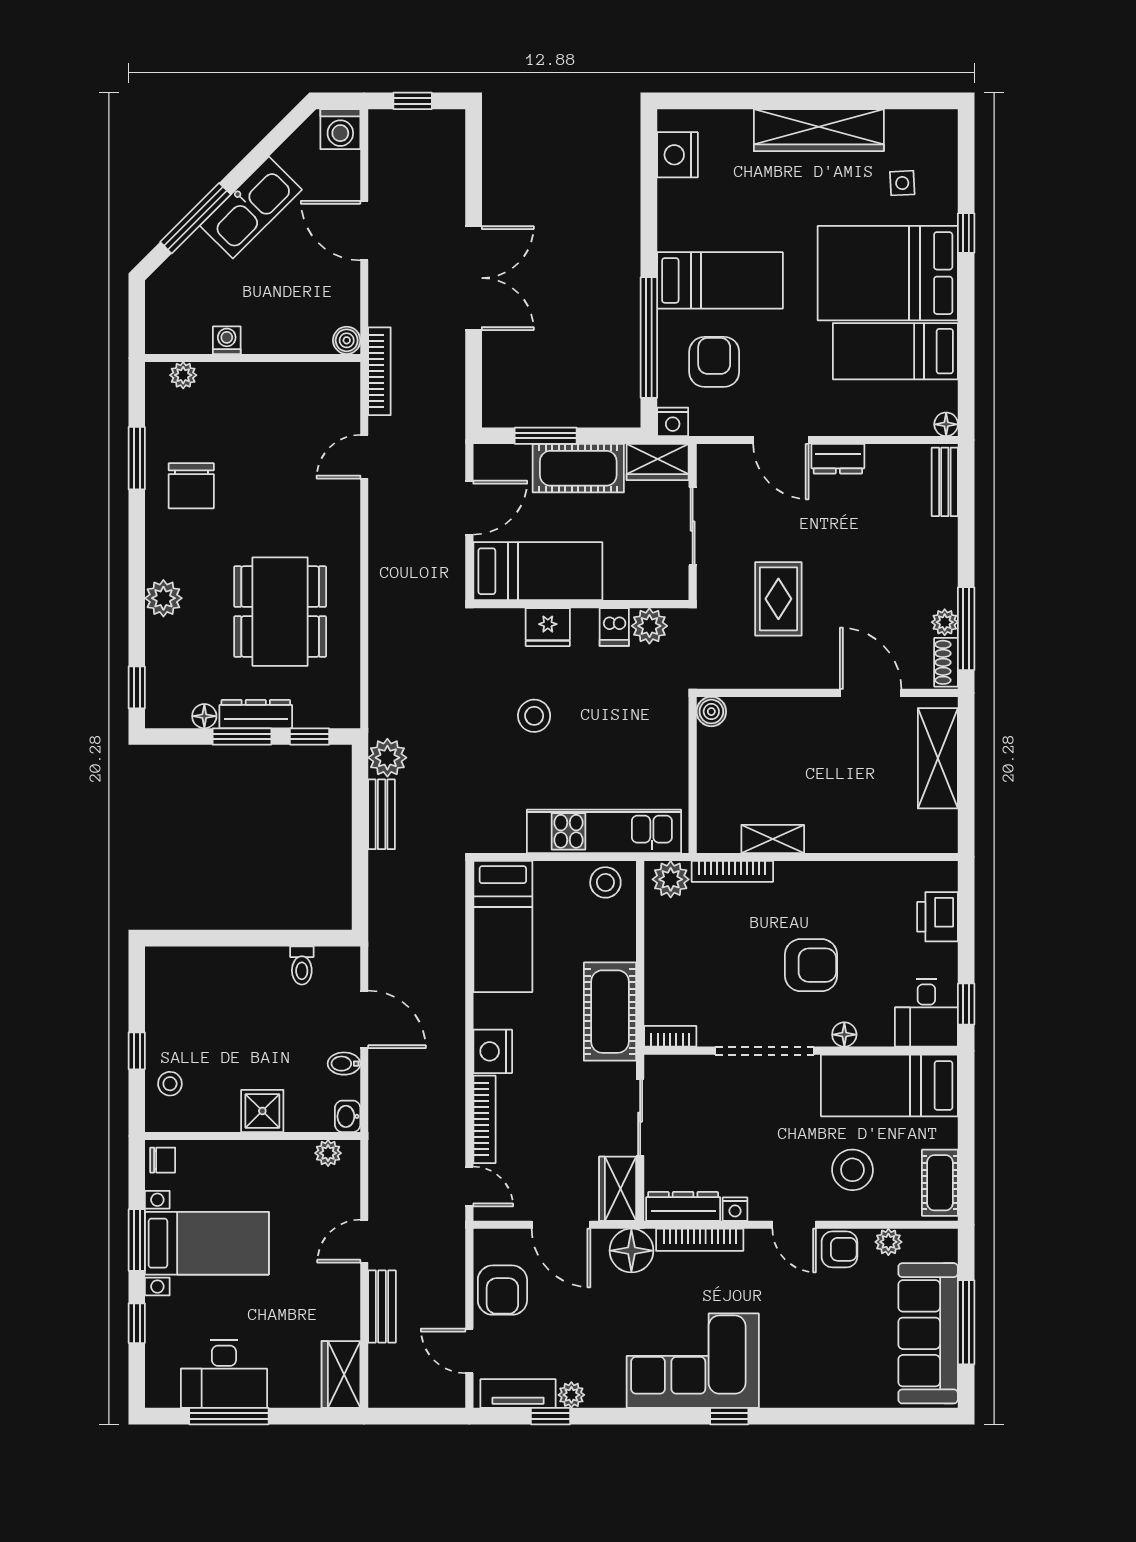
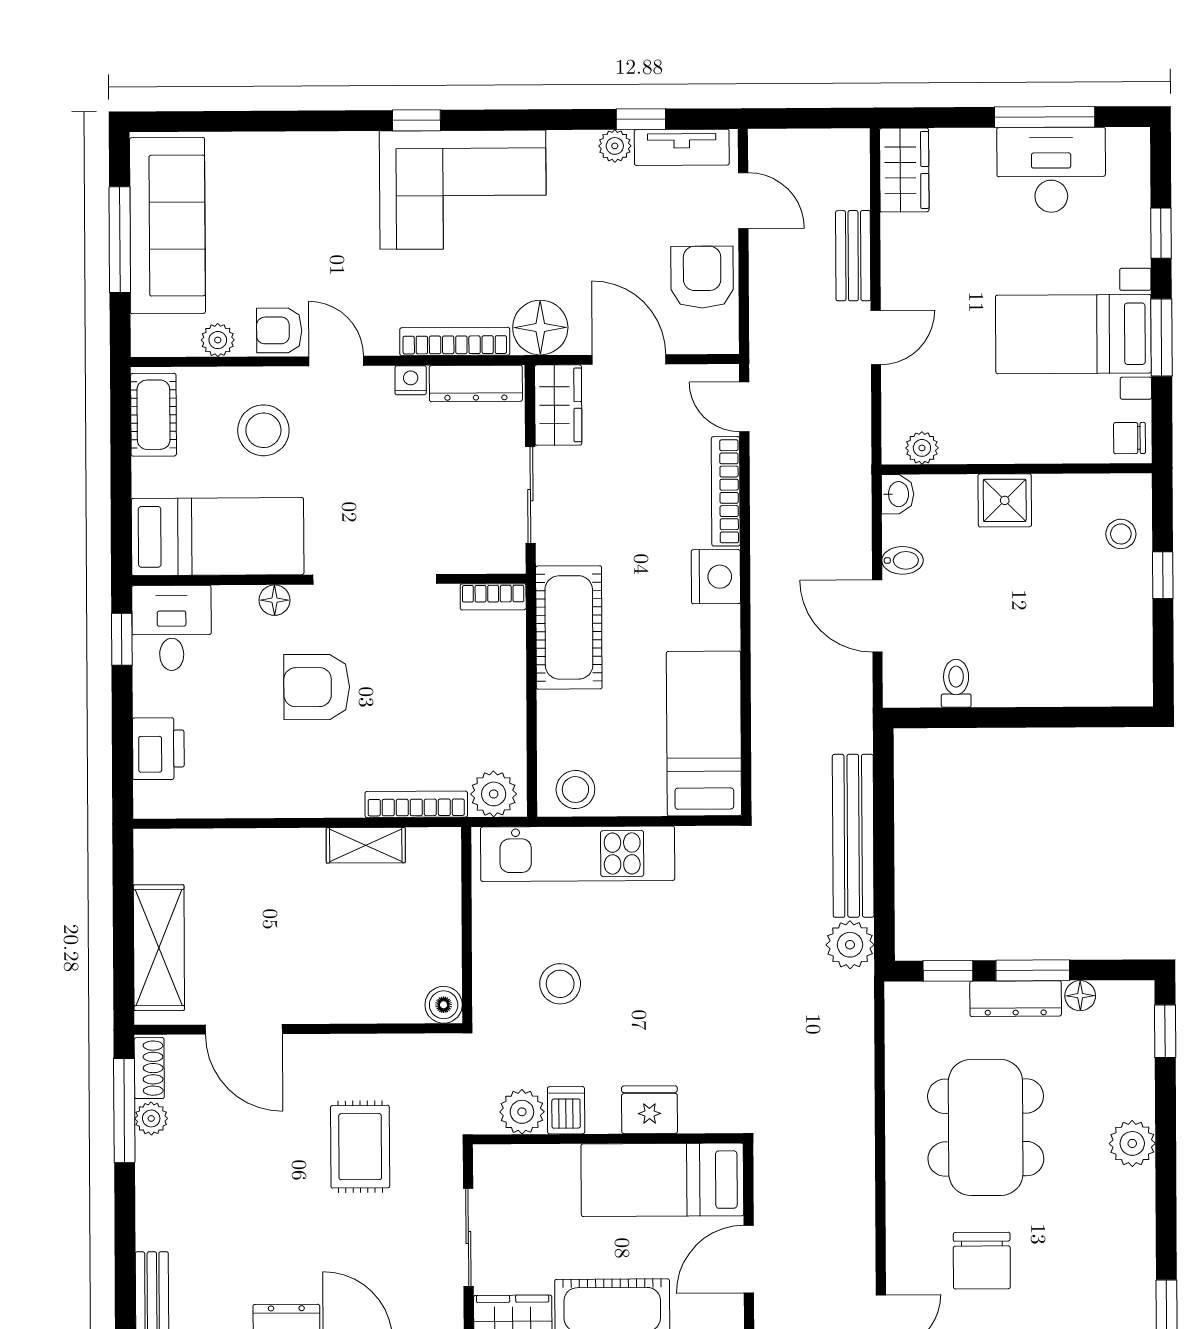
chair: (191, 486) -> (982, 1261), moved, turned 180
stool: (534, 716) -> (560, 984), moved
bench: (382, 814) -> (853, 836), width x1.86, depth x1.21

